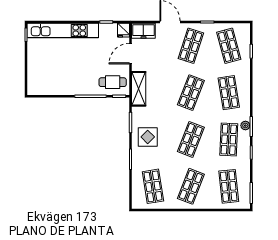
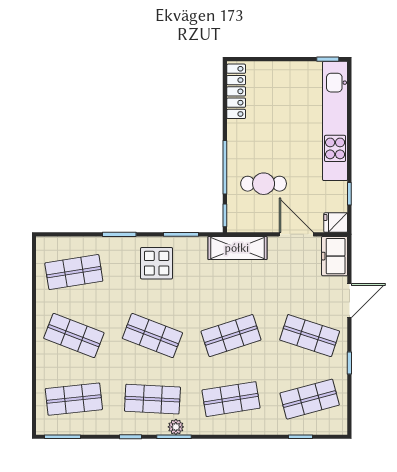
cafe table: (113, 82) -> (264, 184), moved, turned 90
locker: (45, 90) -> (236, 91), added
shop shelf: (191, 93) -> (231, 336), turned -39

